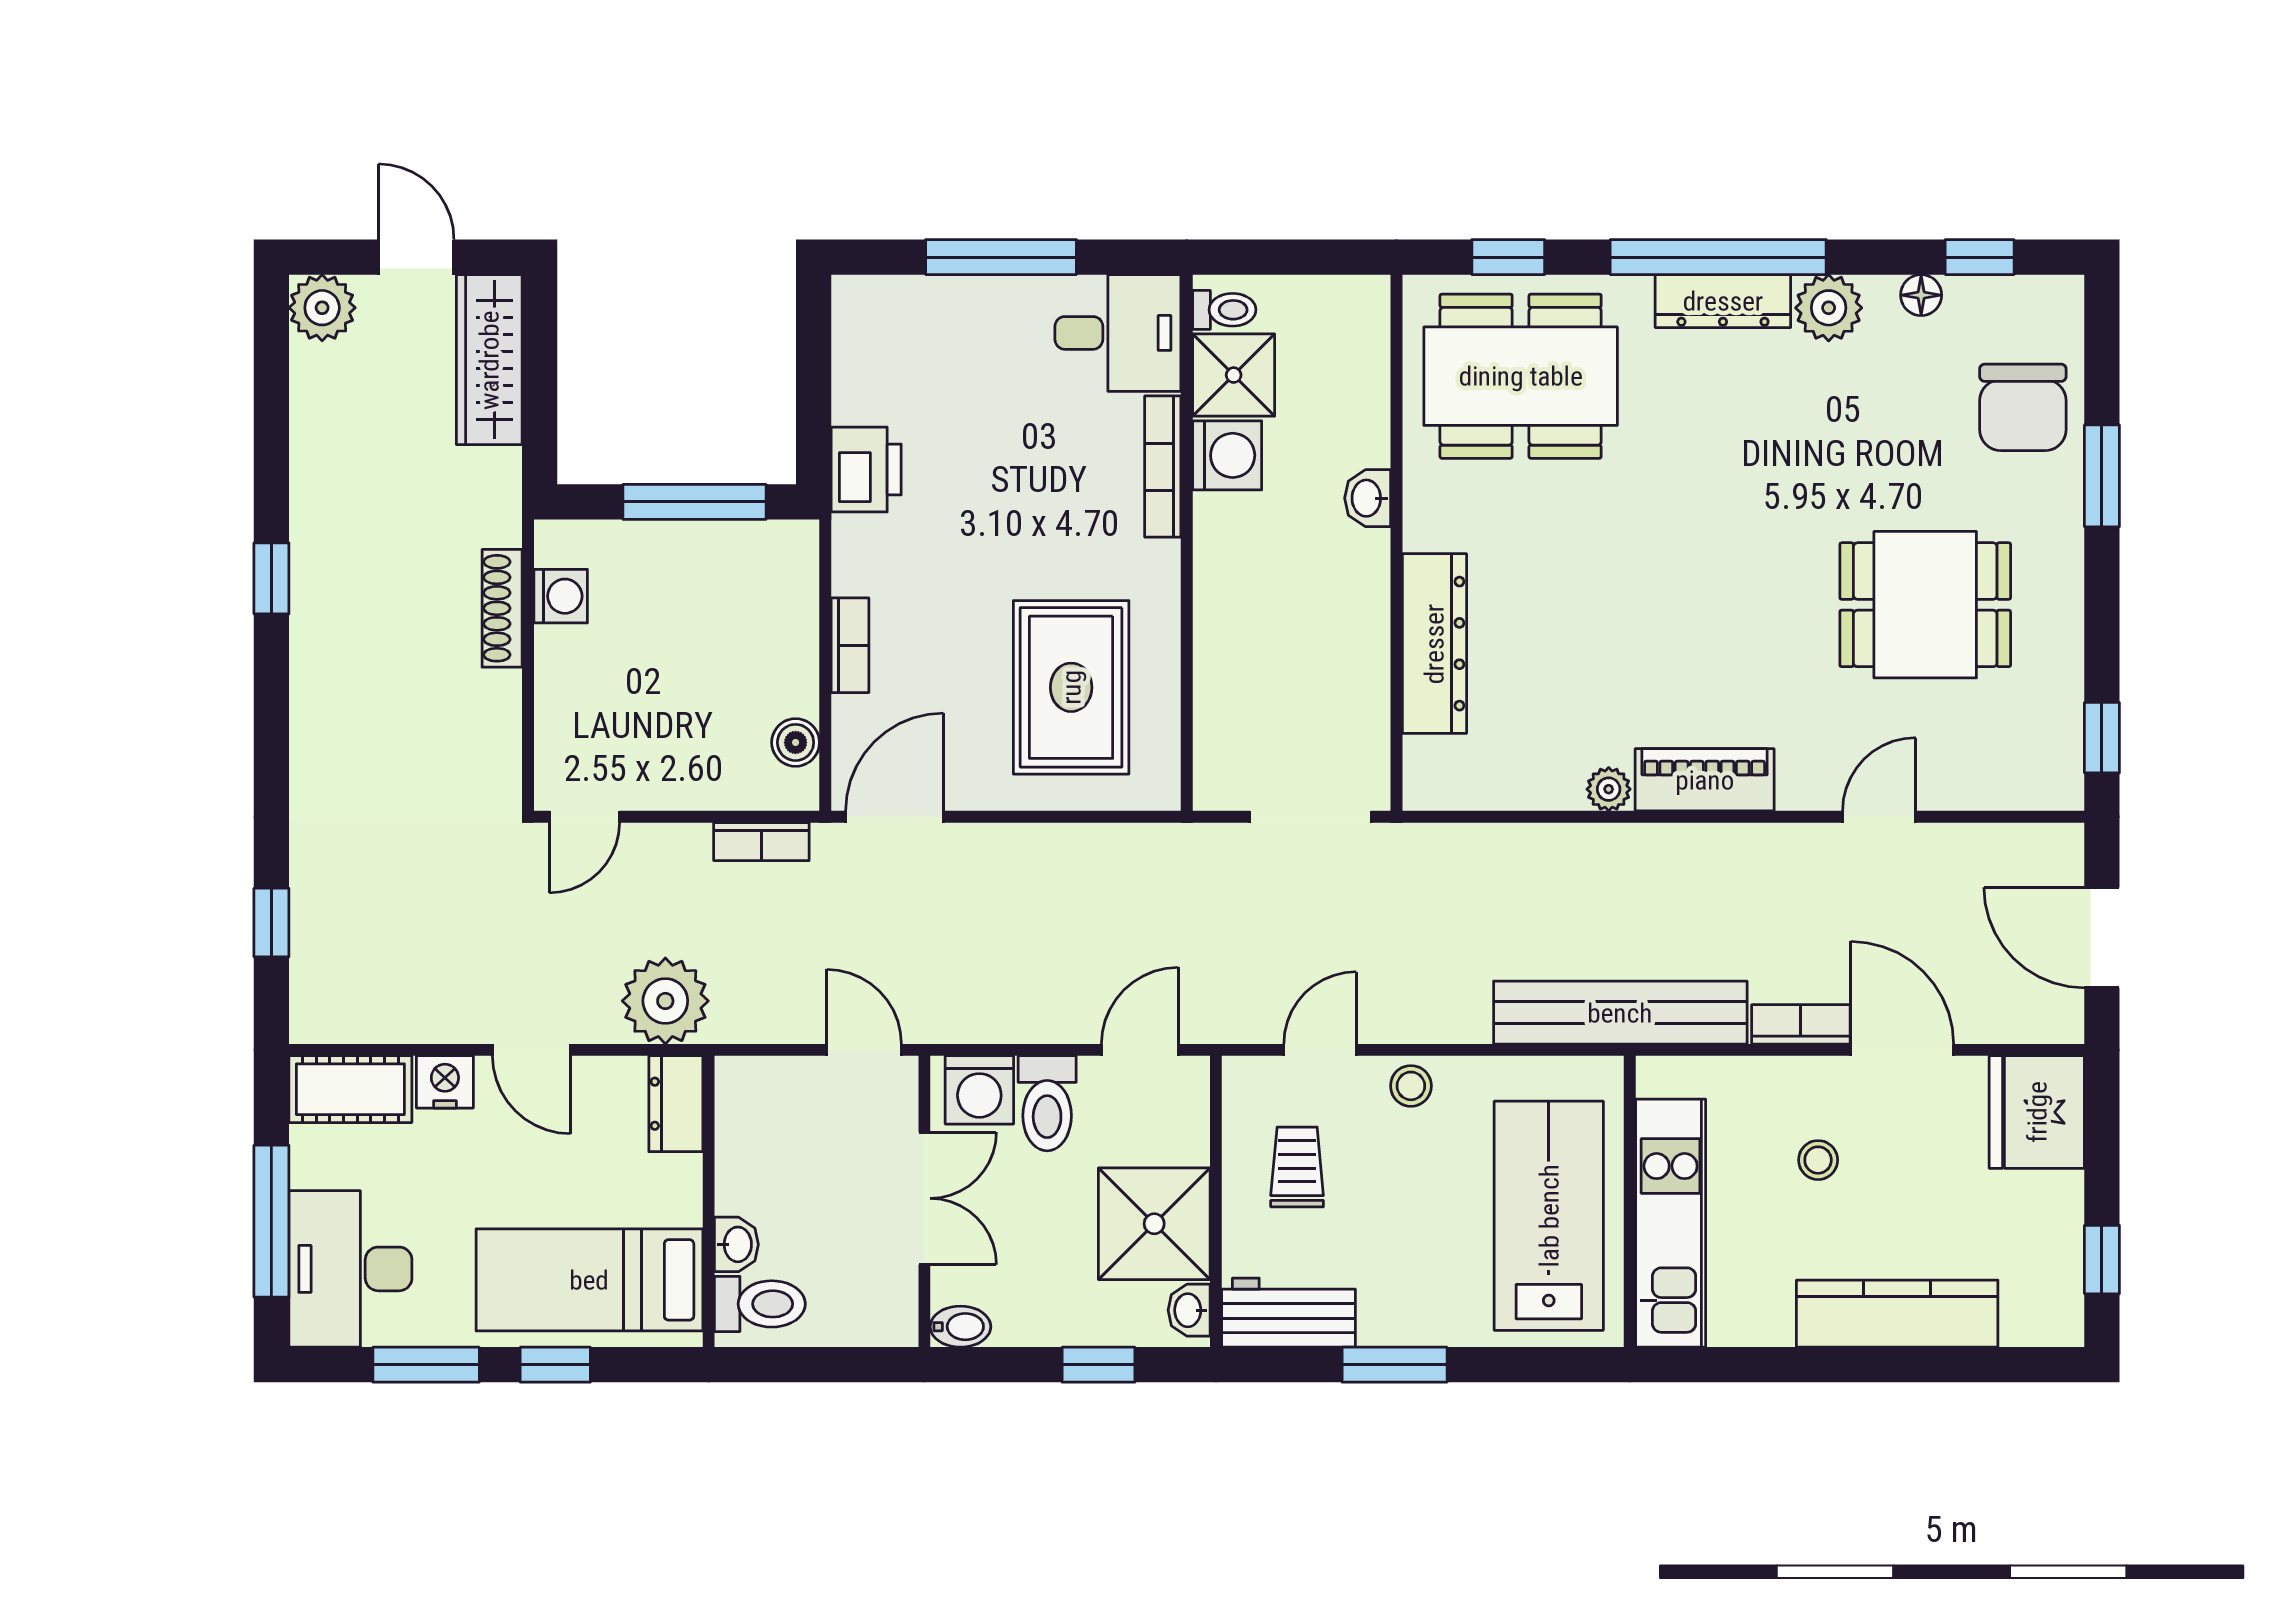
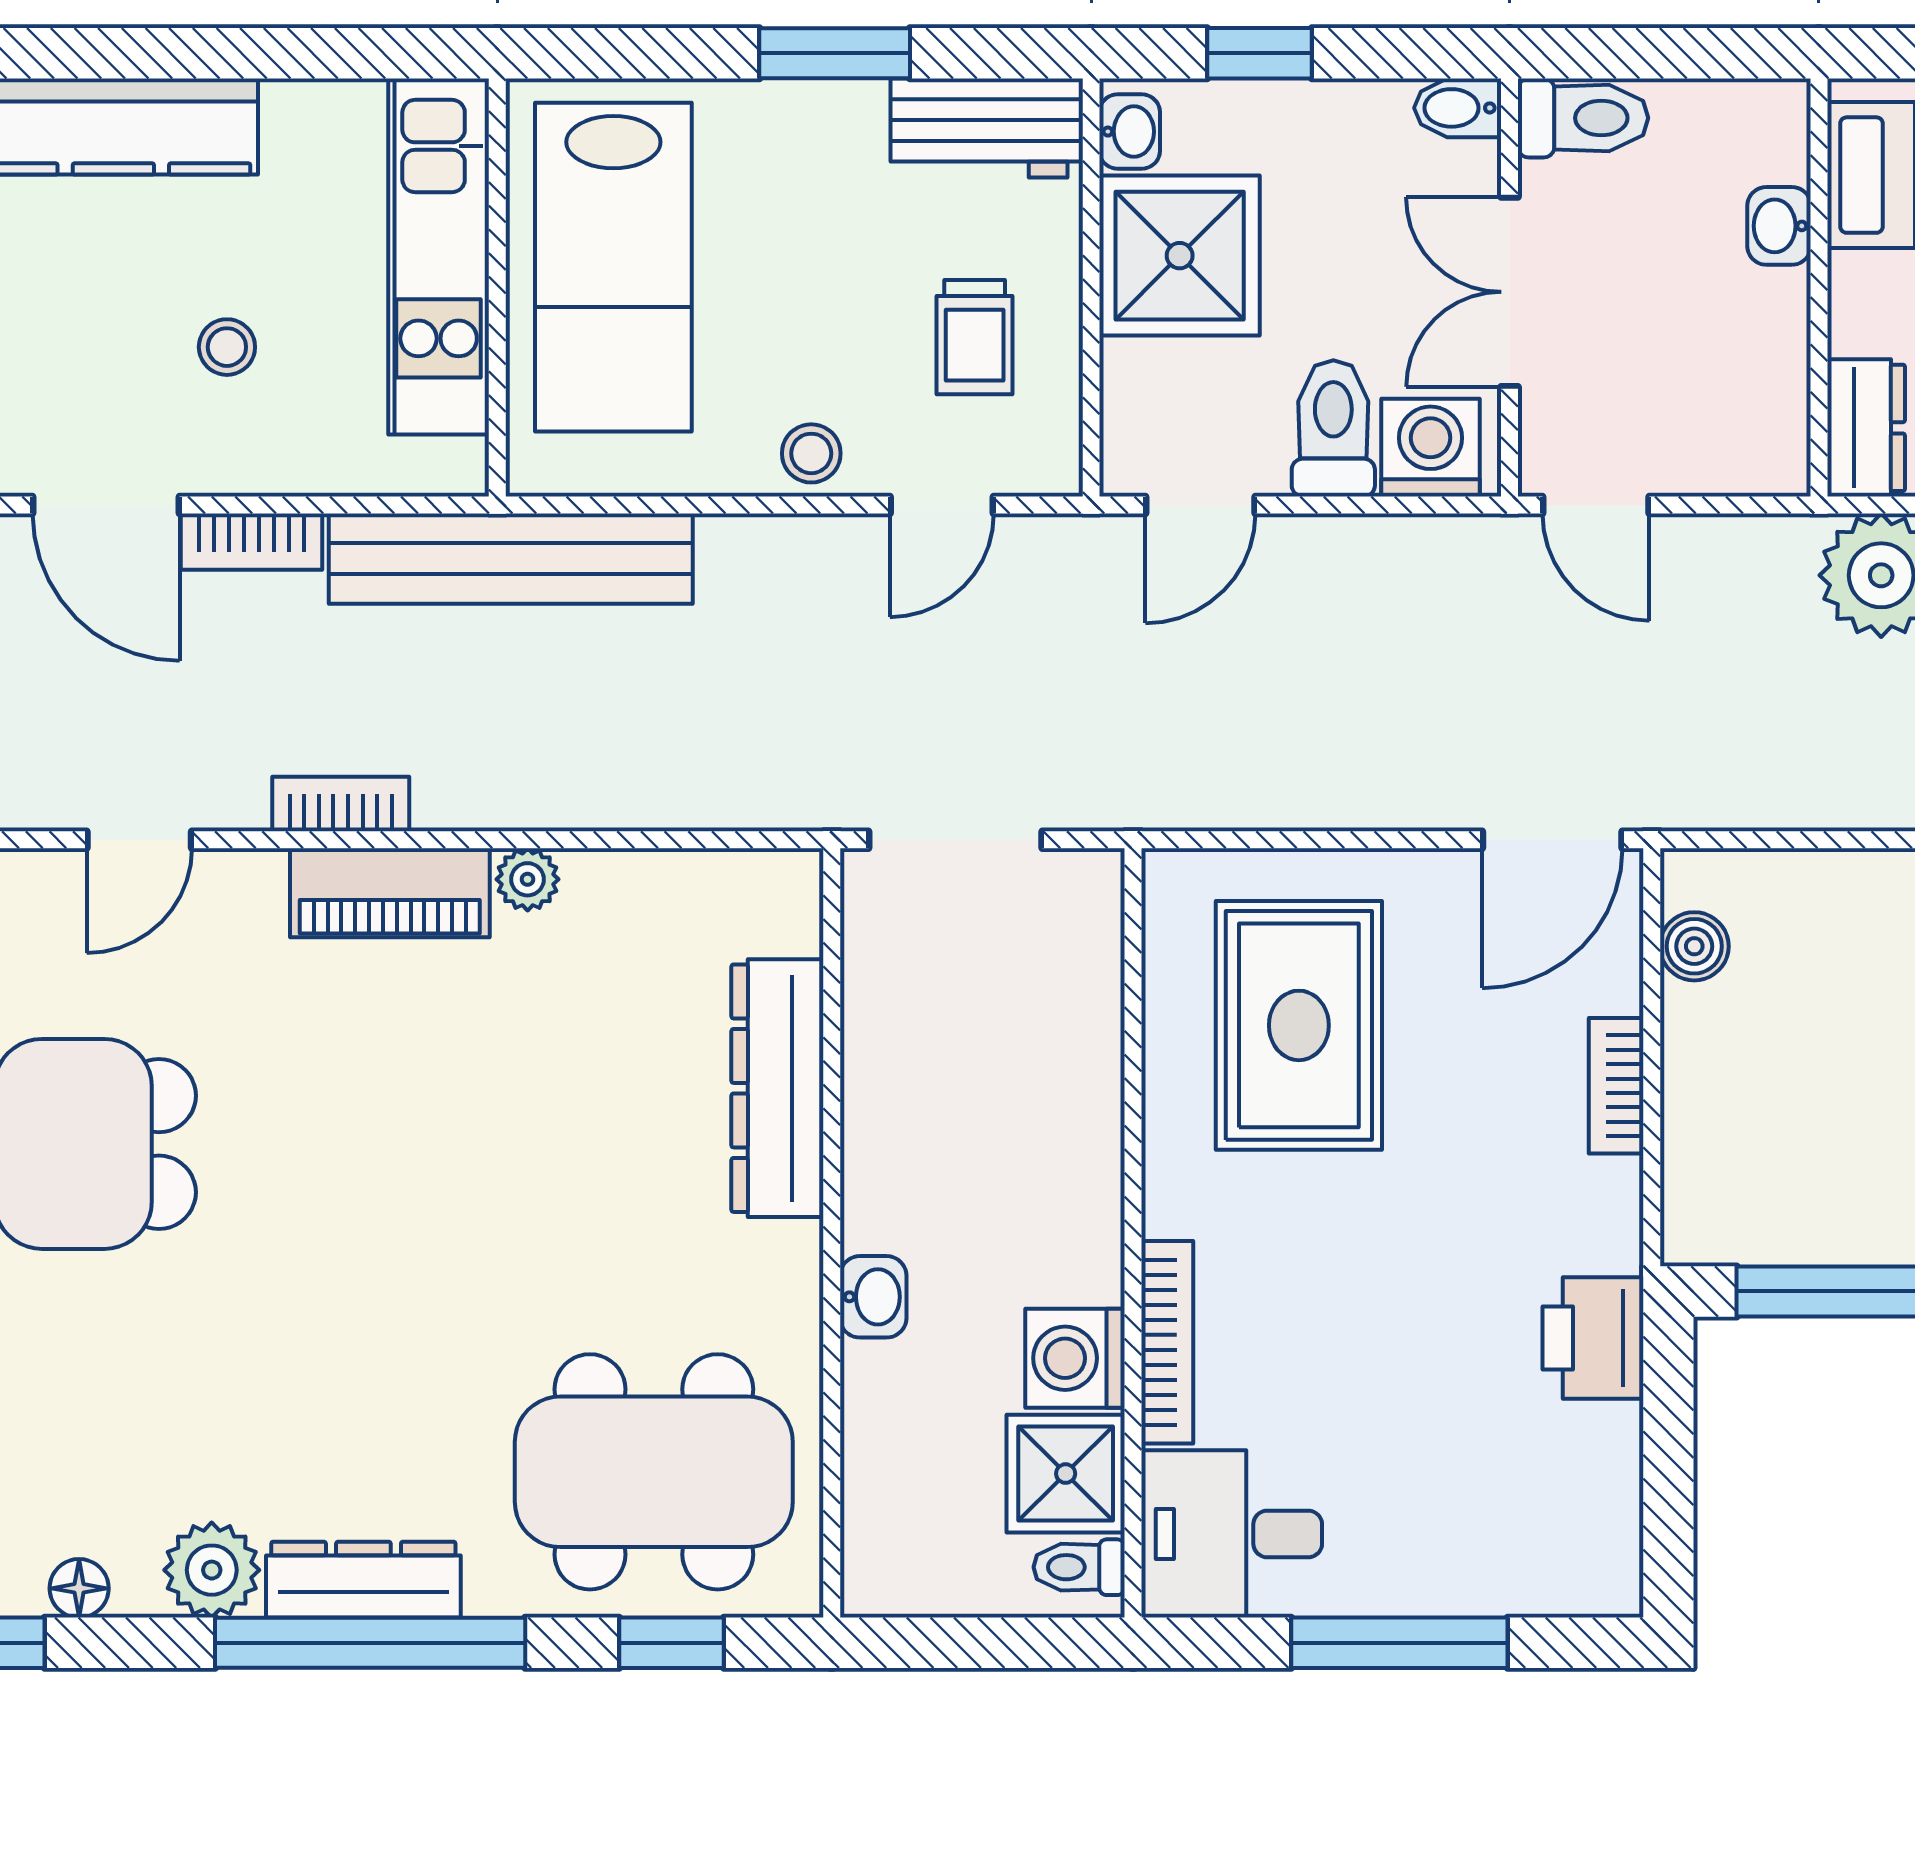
bookcase: (761, 842) -> (341, 804), moved
toilet: (760, 1304) -> (1583, 118), moved, turned 180

